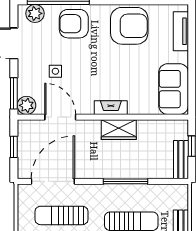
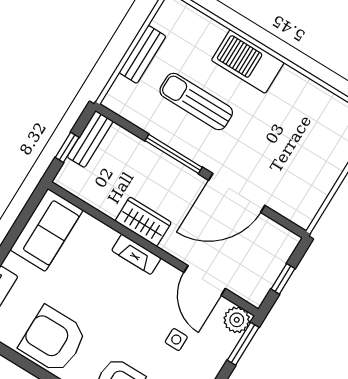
door: (53, 181) -> (237, 193), moved
sun lounger: (61, 215) -> (276, 160), removed

